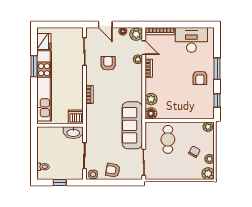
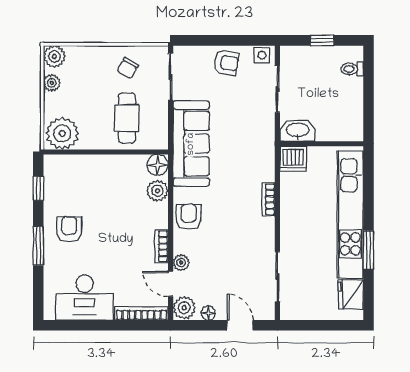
armchair: (108, 63) -> (189, 217), moved, turned 180
plant: (208, 127) -> (62, 133), width x1.87, depth x1.87
chair: (194, 152) -> (128, 68), moved

